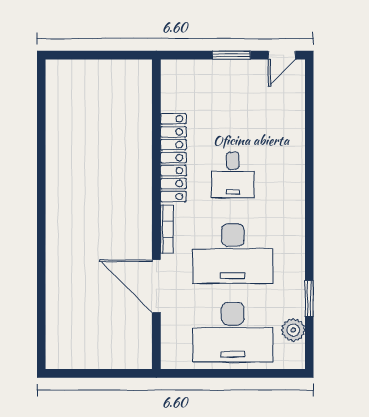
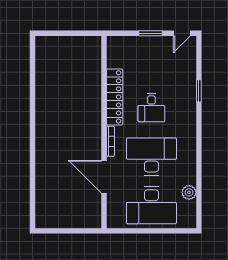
desk: (233, 254) -> (151, 156), turned 180
window: (309, 299) -> (199, 91), moved
plant: (293, 330) -> (189, 192), moved

